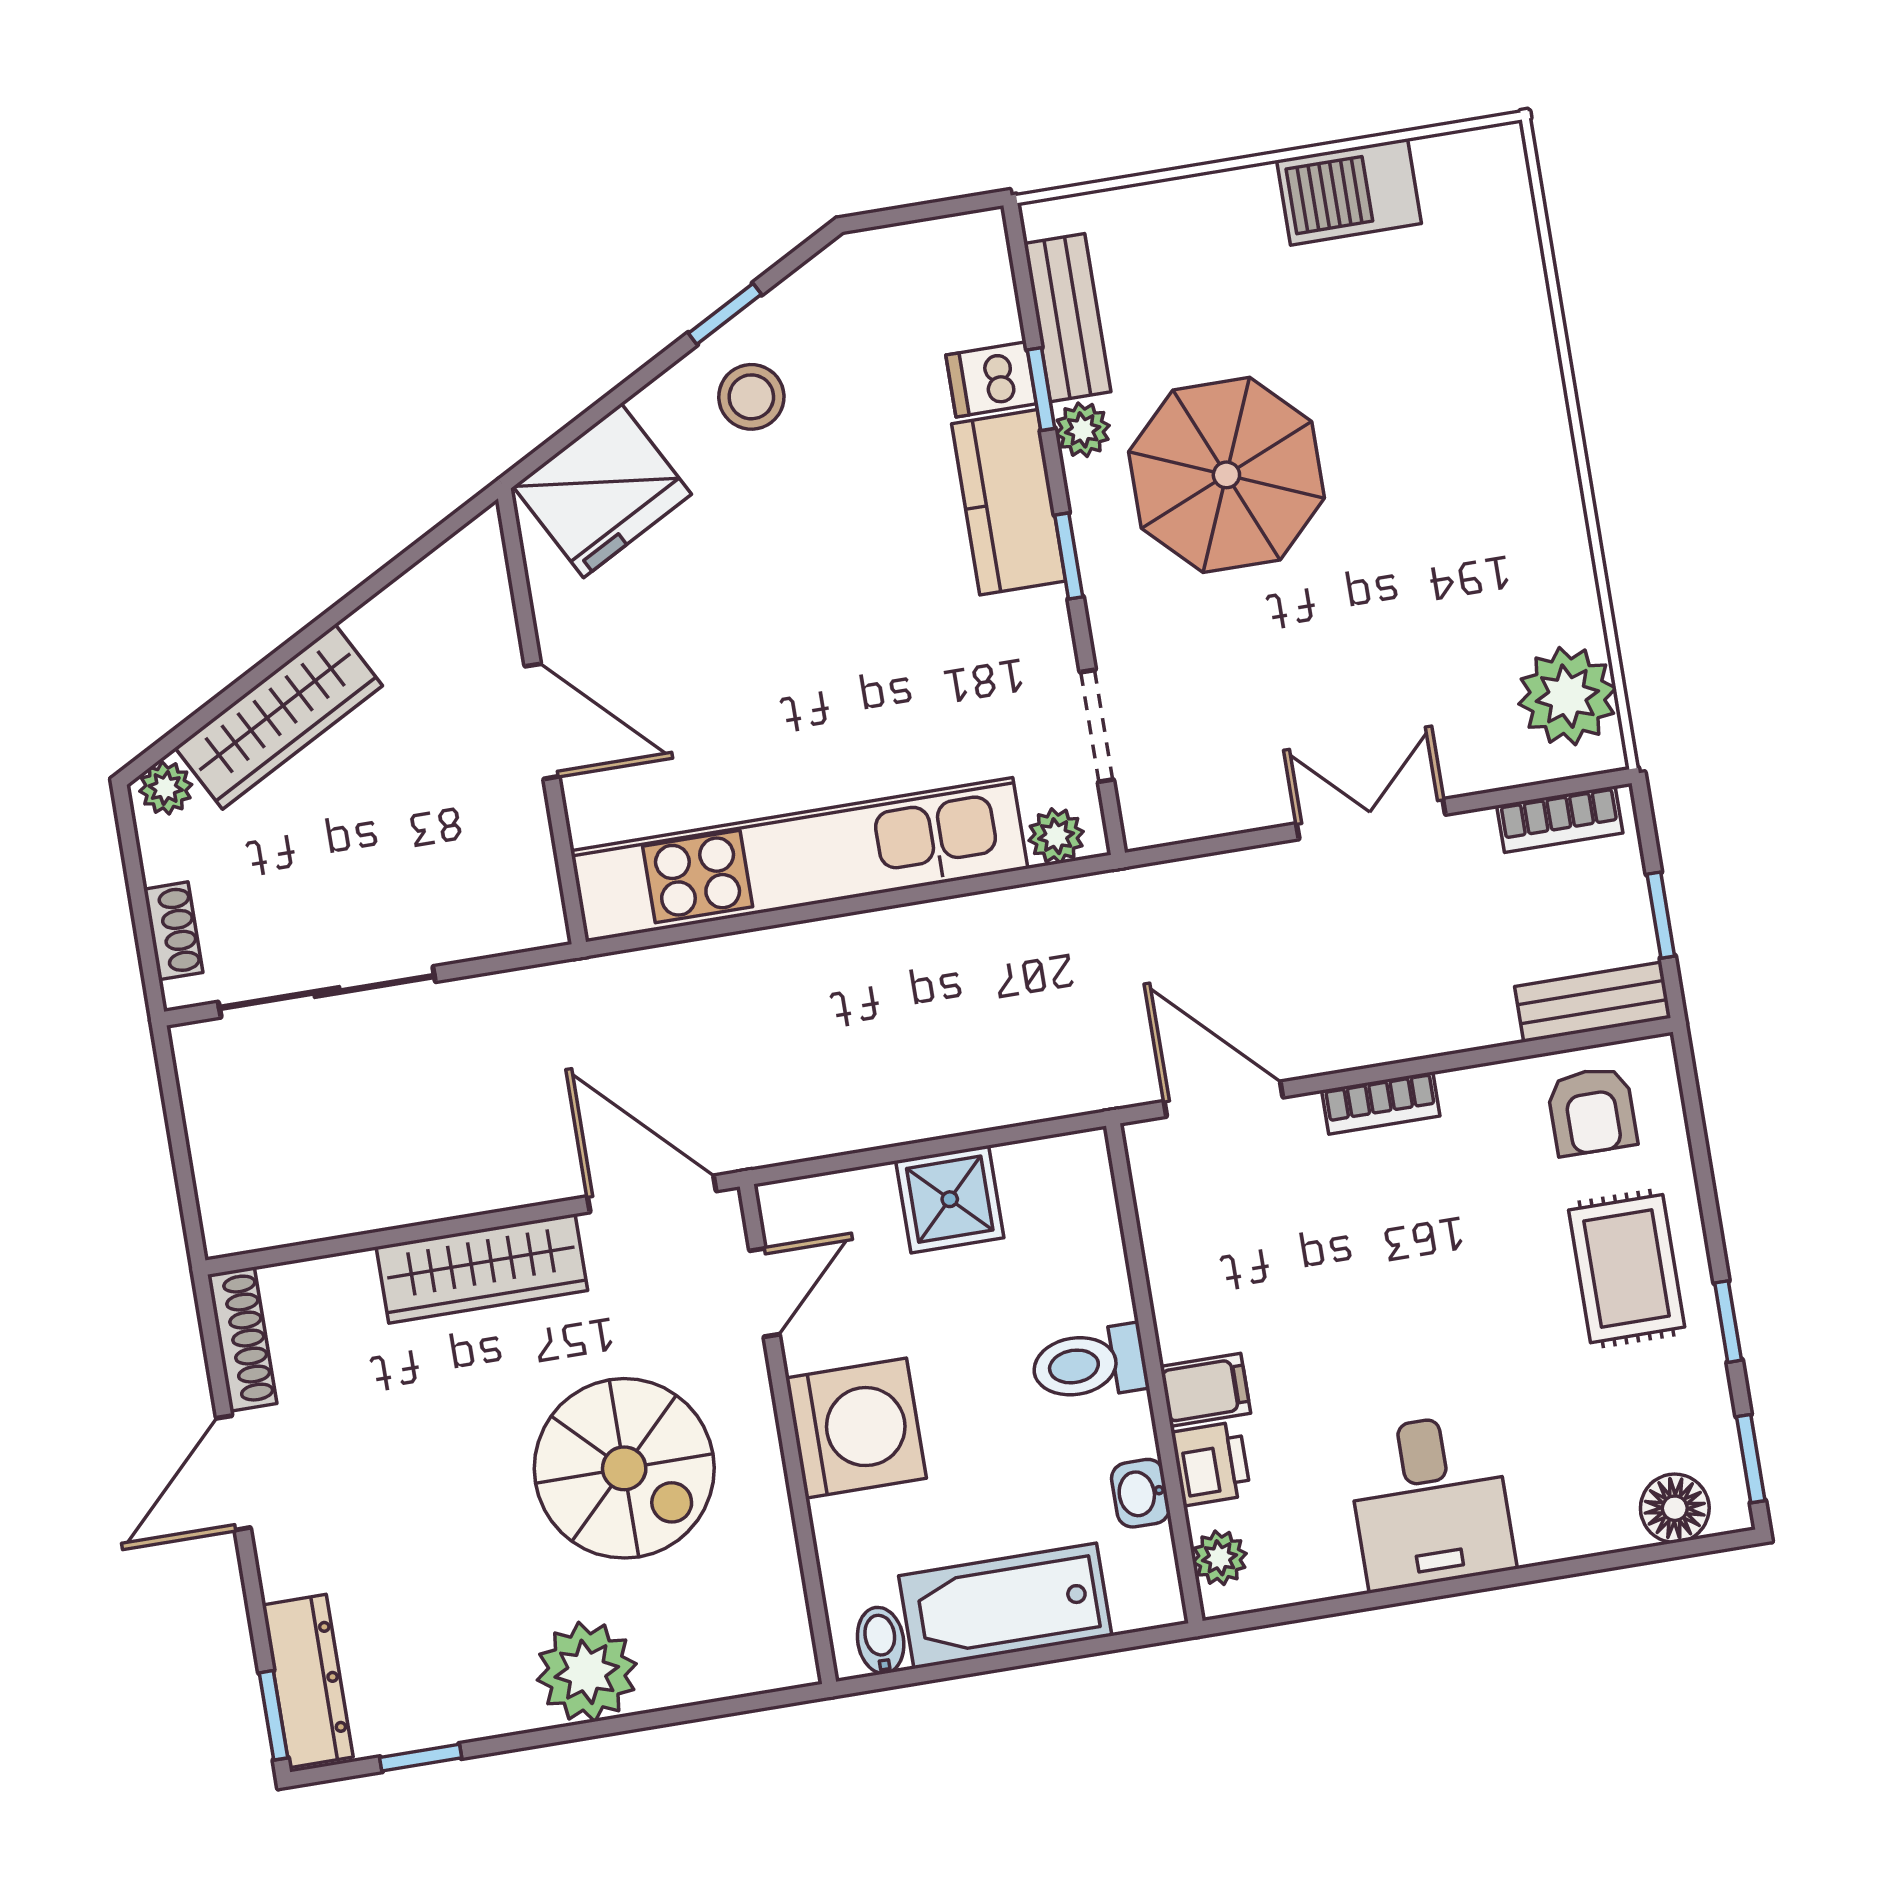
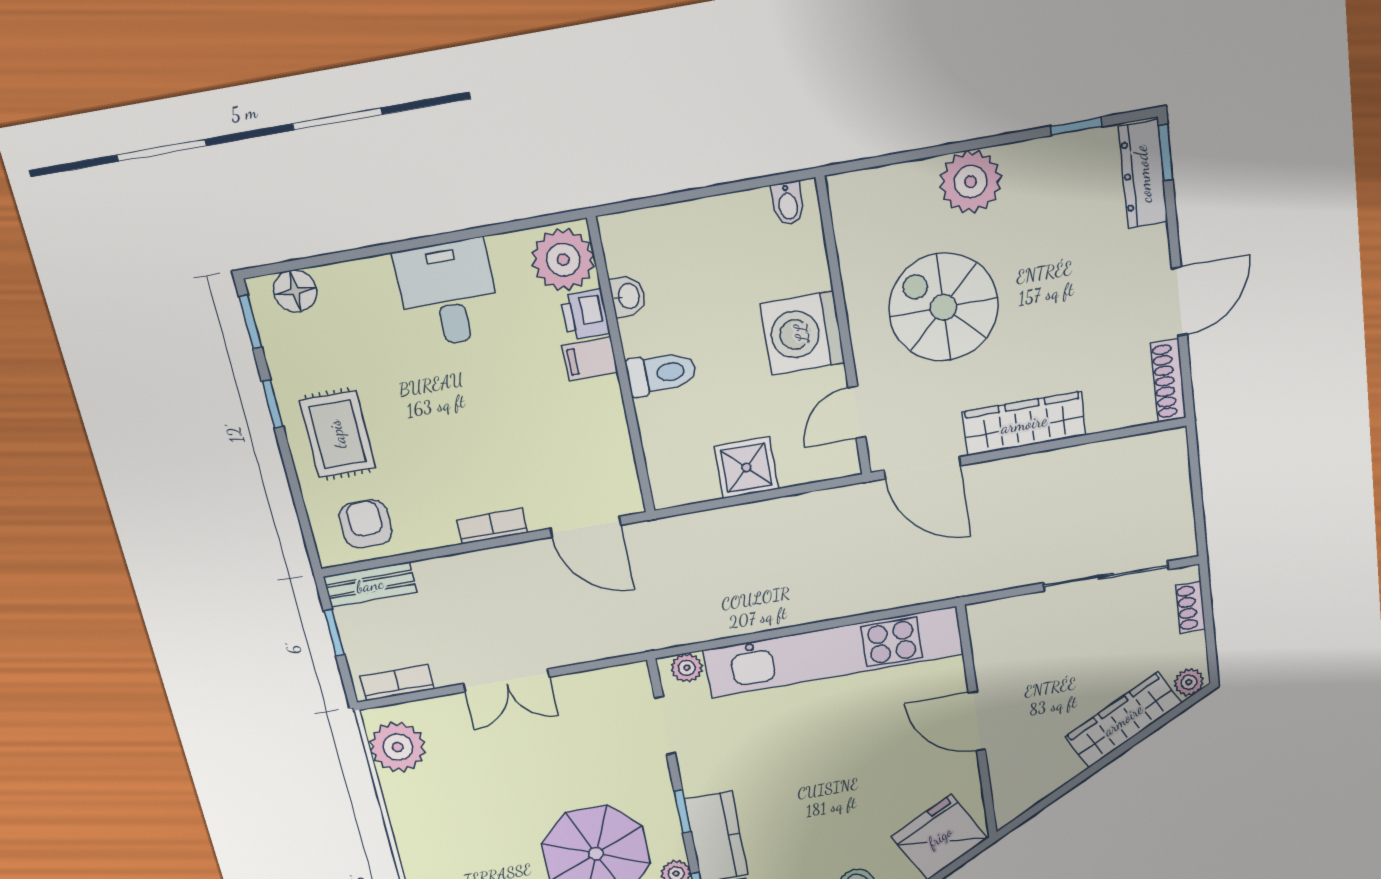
plant: (1220, 1558) -> (563, 260), width x1.87, depth x1.87
bathtub: (1005, 1606) -> (710, 226), removed

